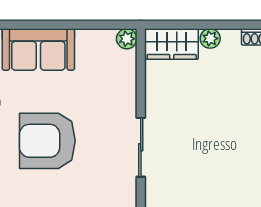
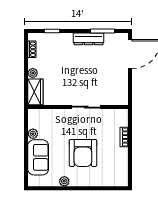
plant: (127, 39) -> (33, 134), moved

